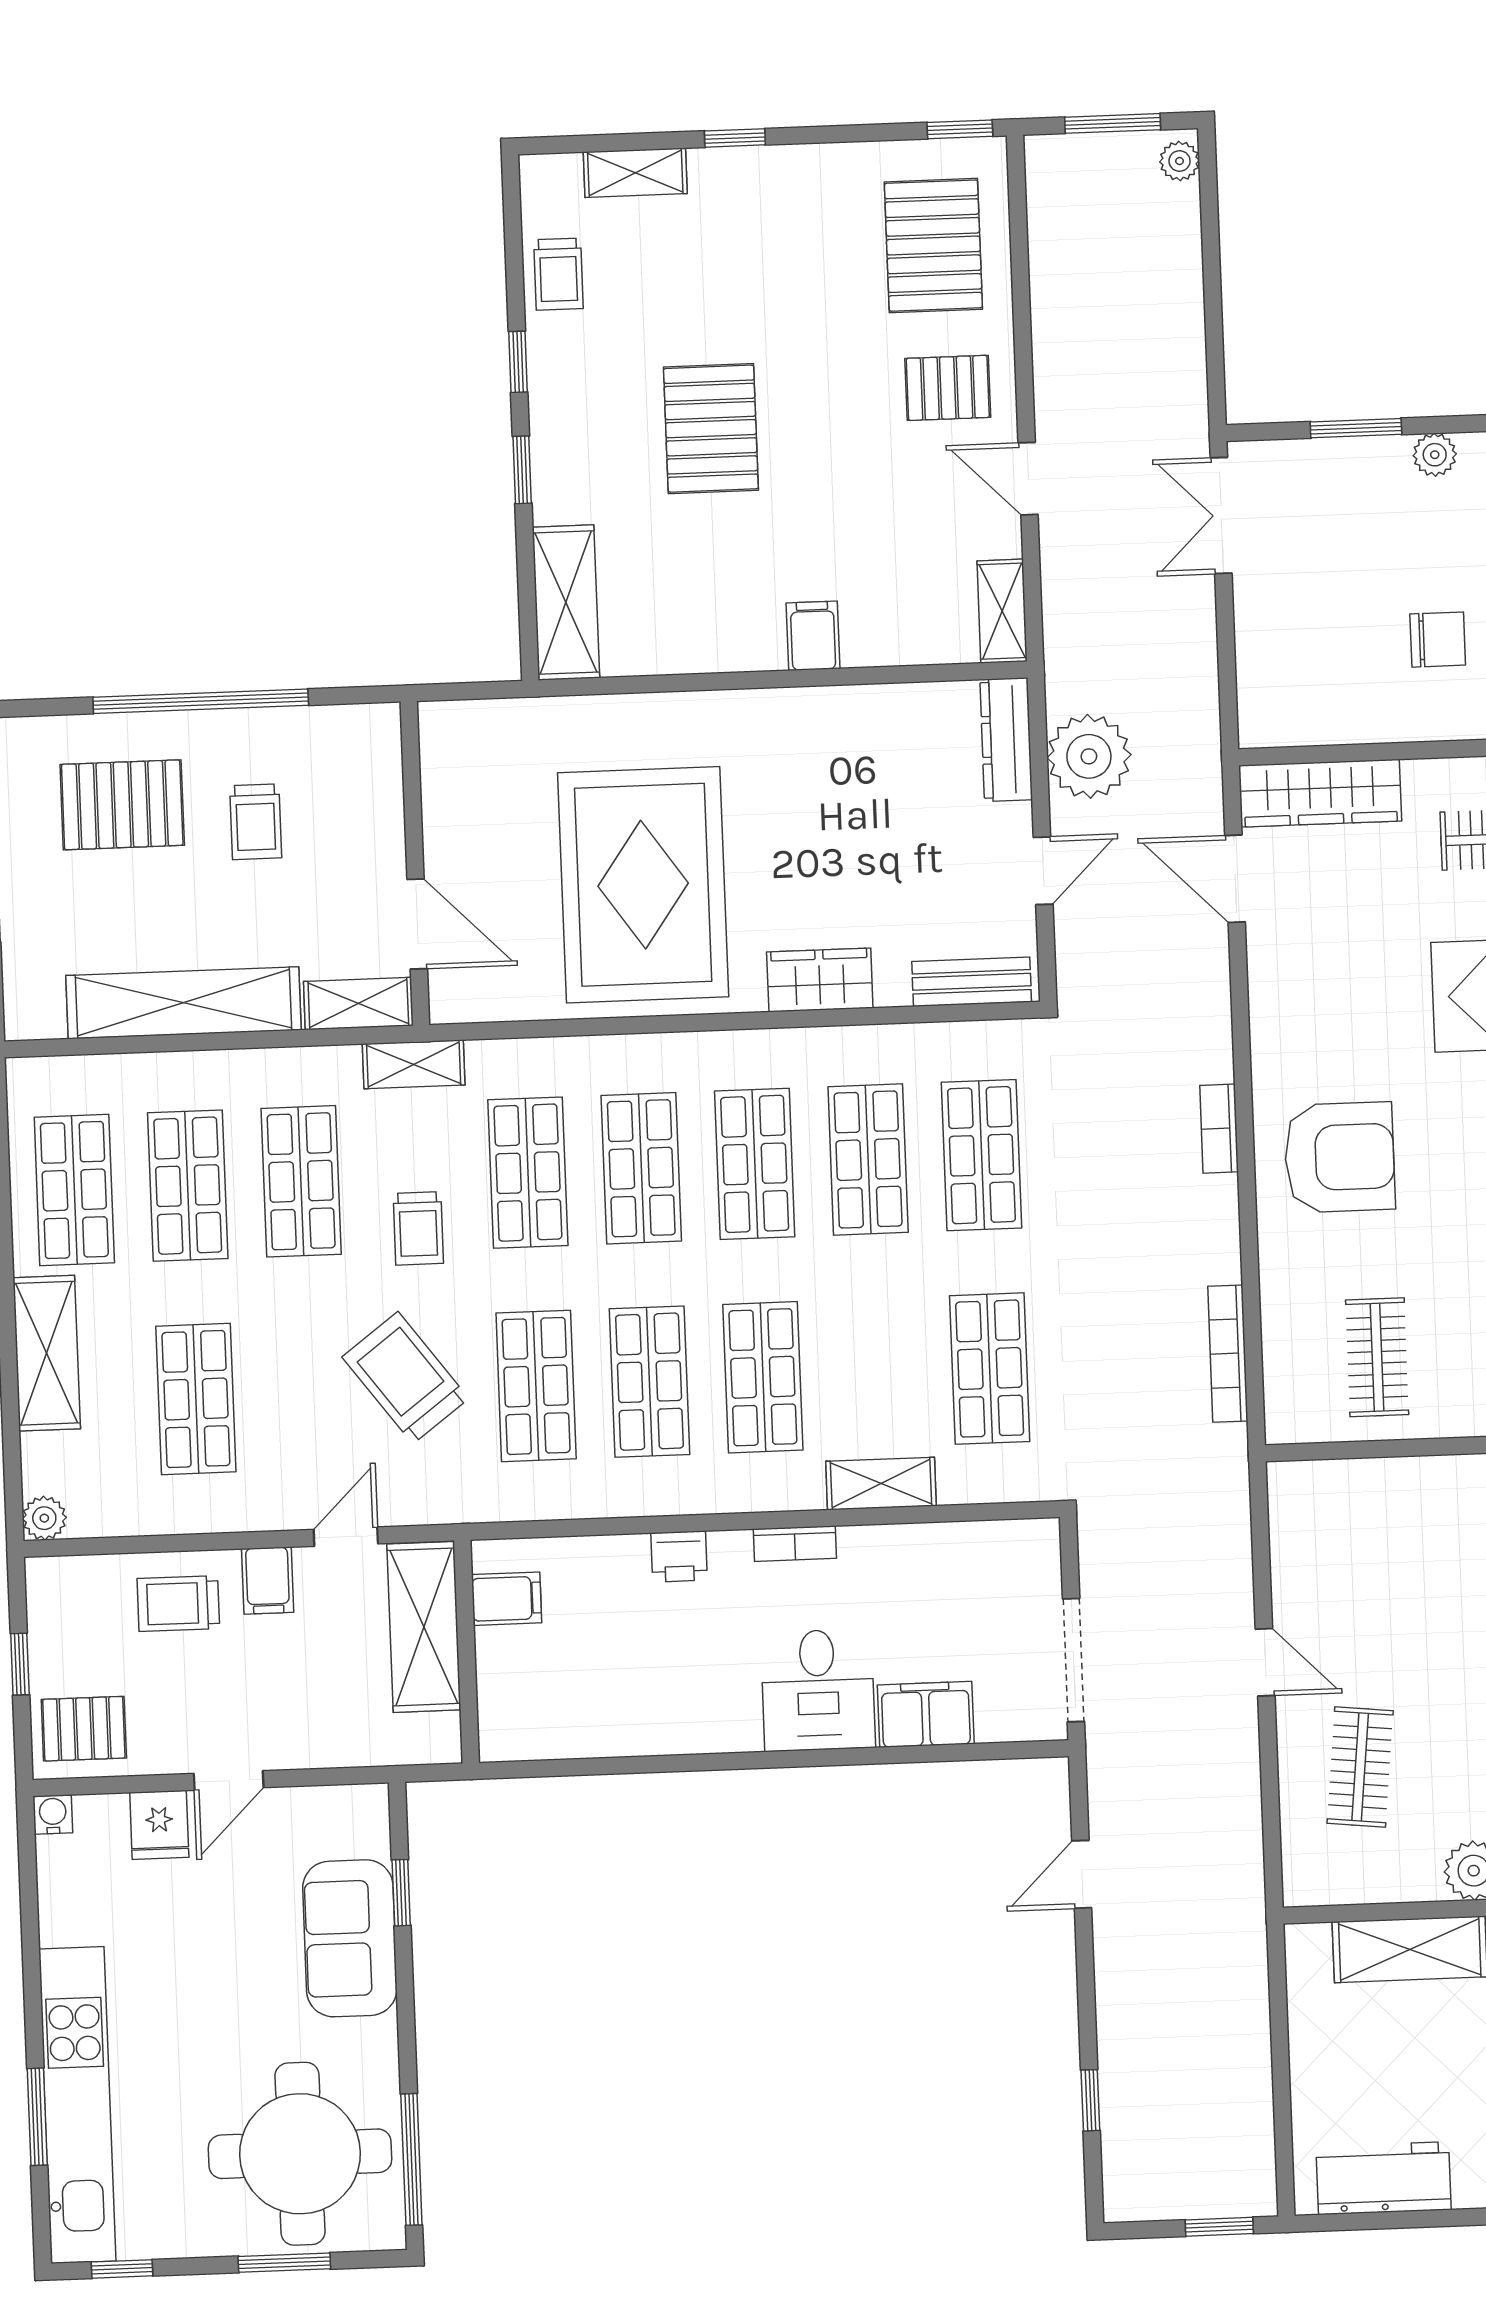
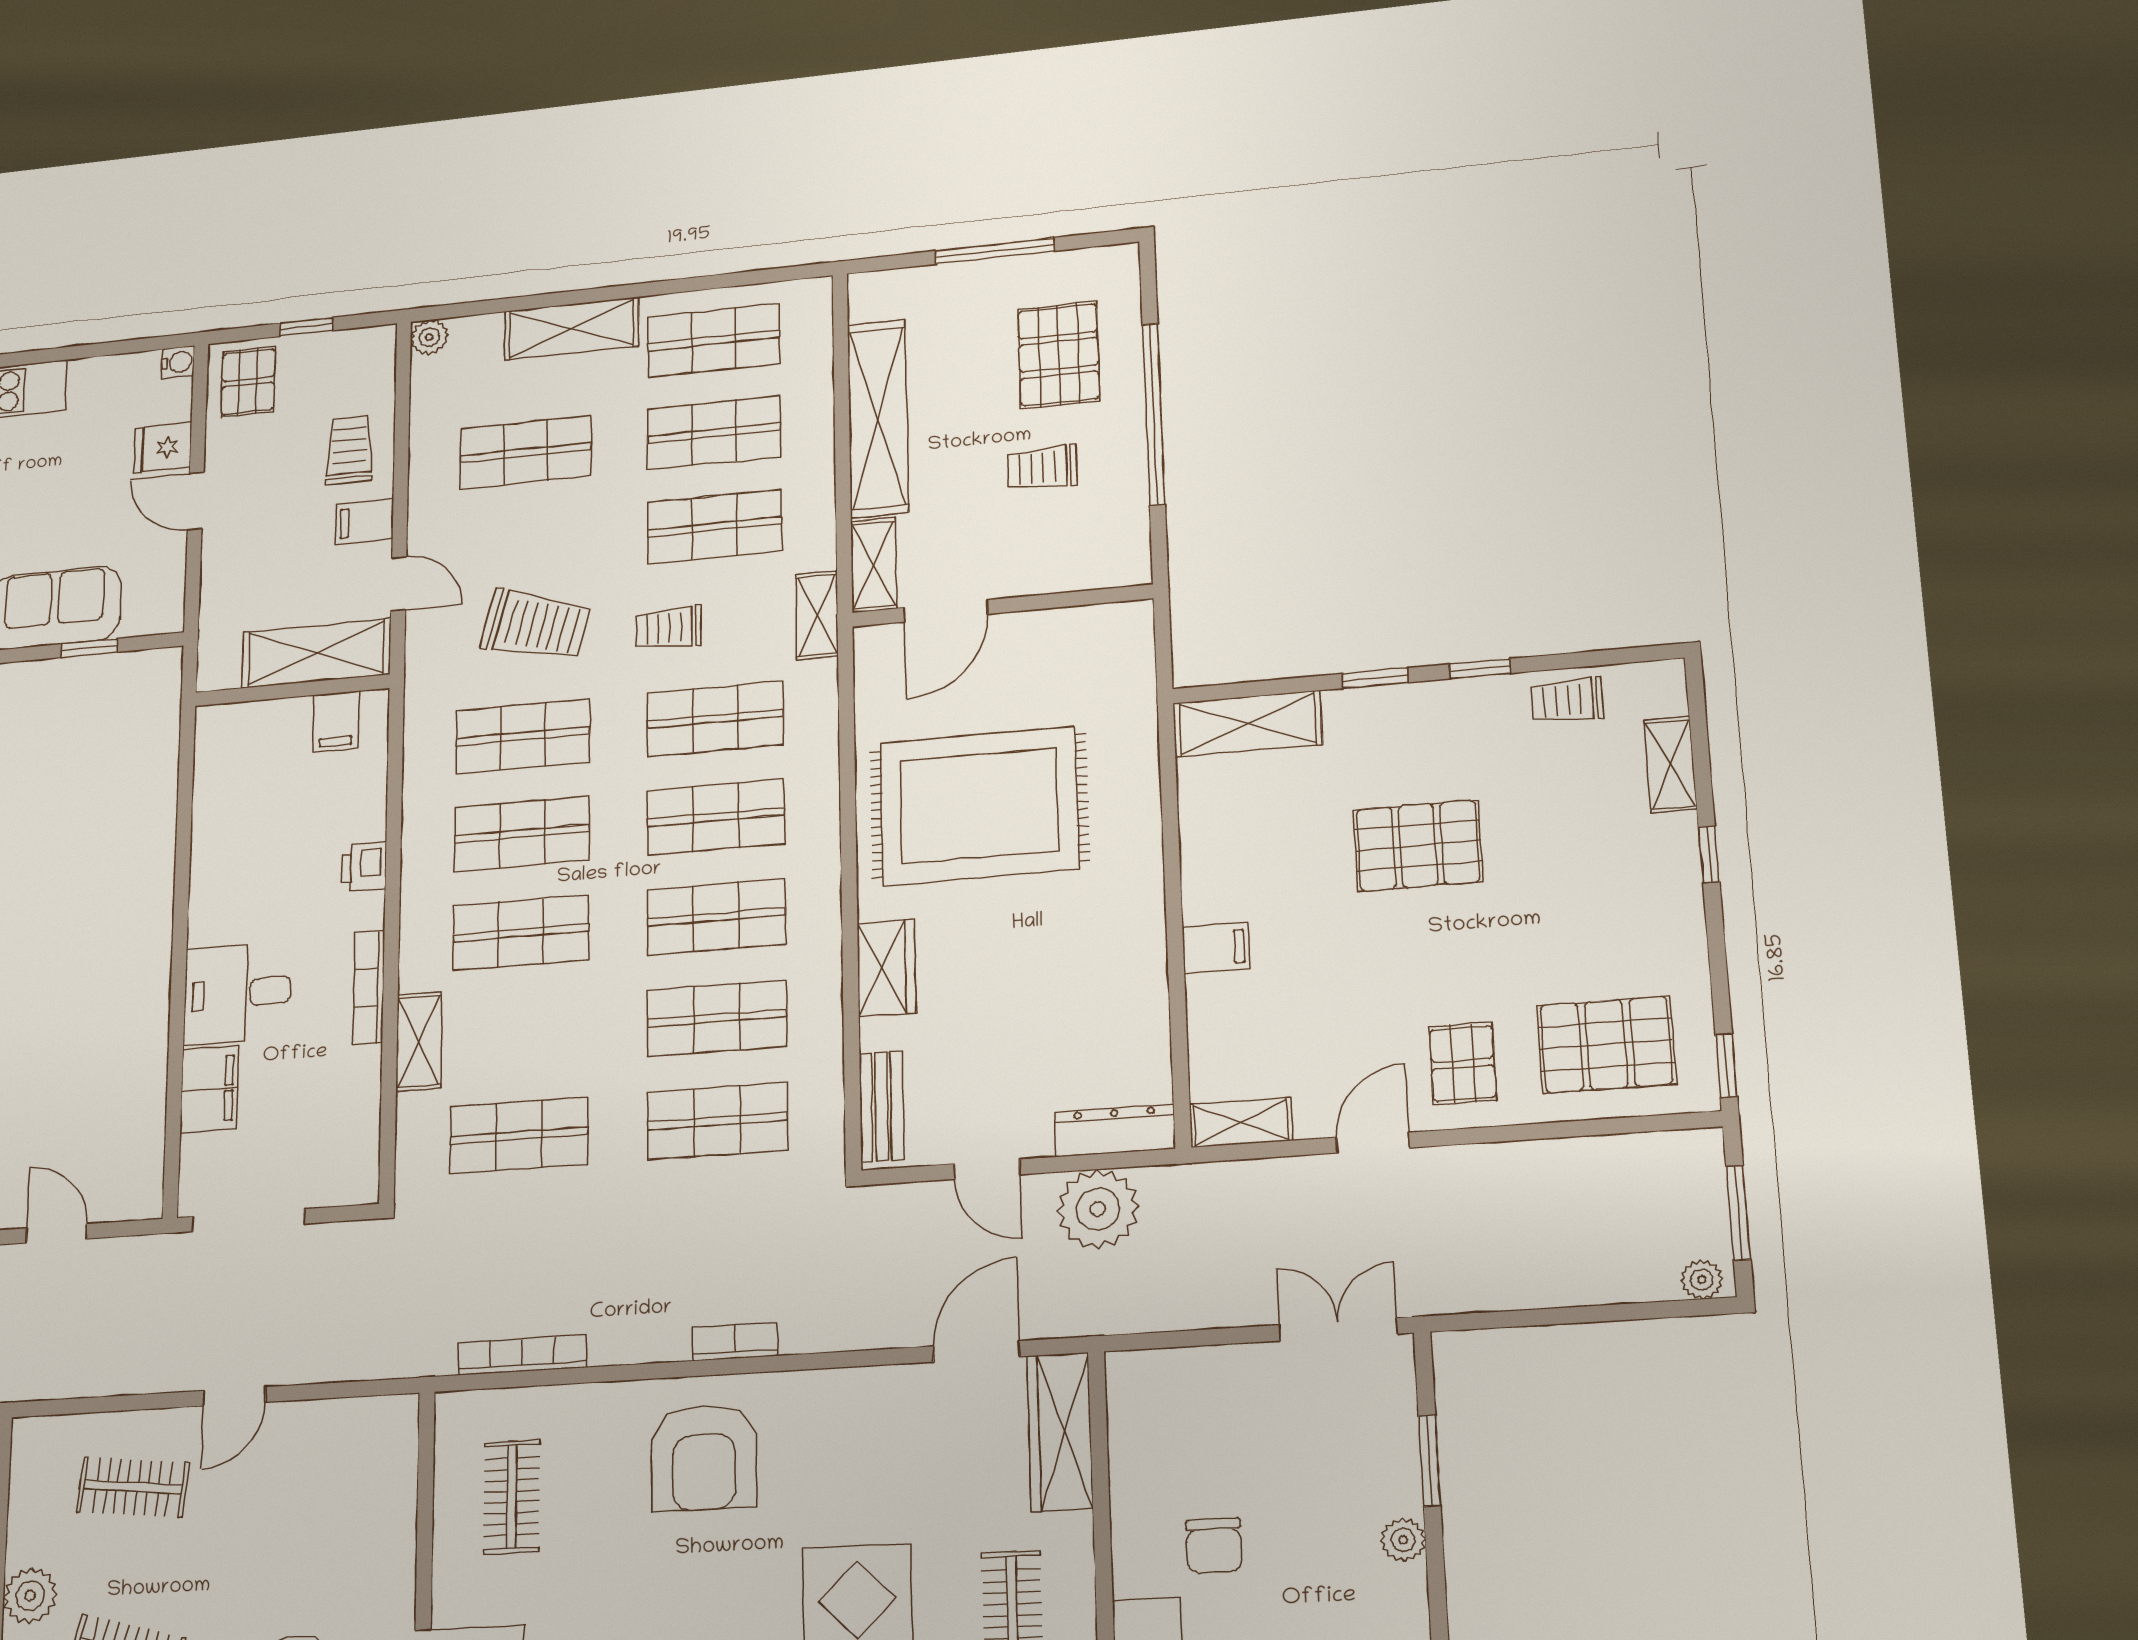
clothes rail: (1377, 1357) -> (512, 1497), turned 90
trolley: (405, 1378) -> (536, 625), turned 52
bookcase: (795, 1544) -> (369, 988), width x1.56

